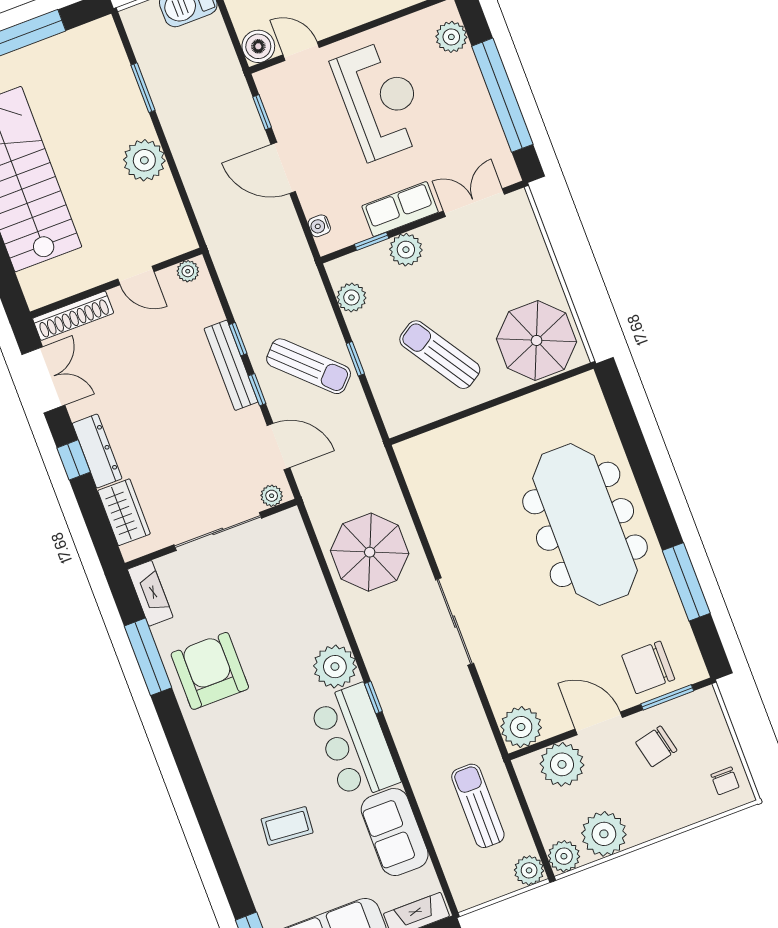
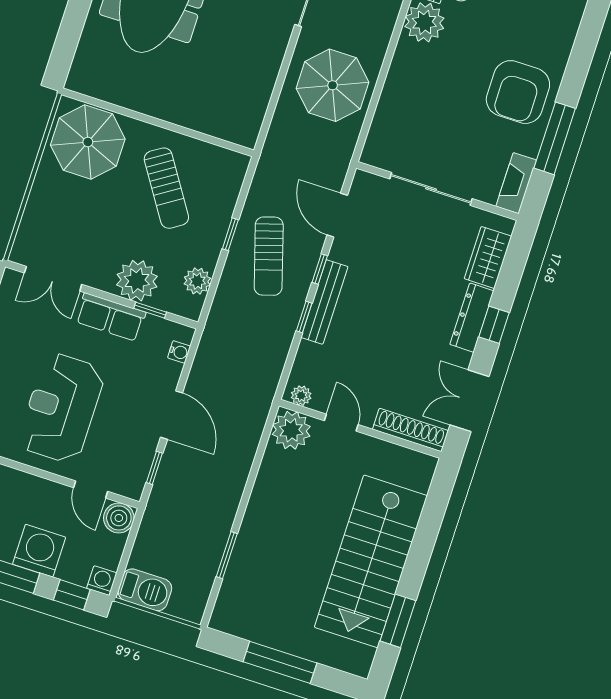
plant: (144, 160) -> (291, 430), moved
plant: (406, 250) -> (137, 281), width x1.36, depth x1.36
sun lounger: (309, 366) -> (269, 256), turned -151
plant: (272, 496) -> (371, 183), removed

